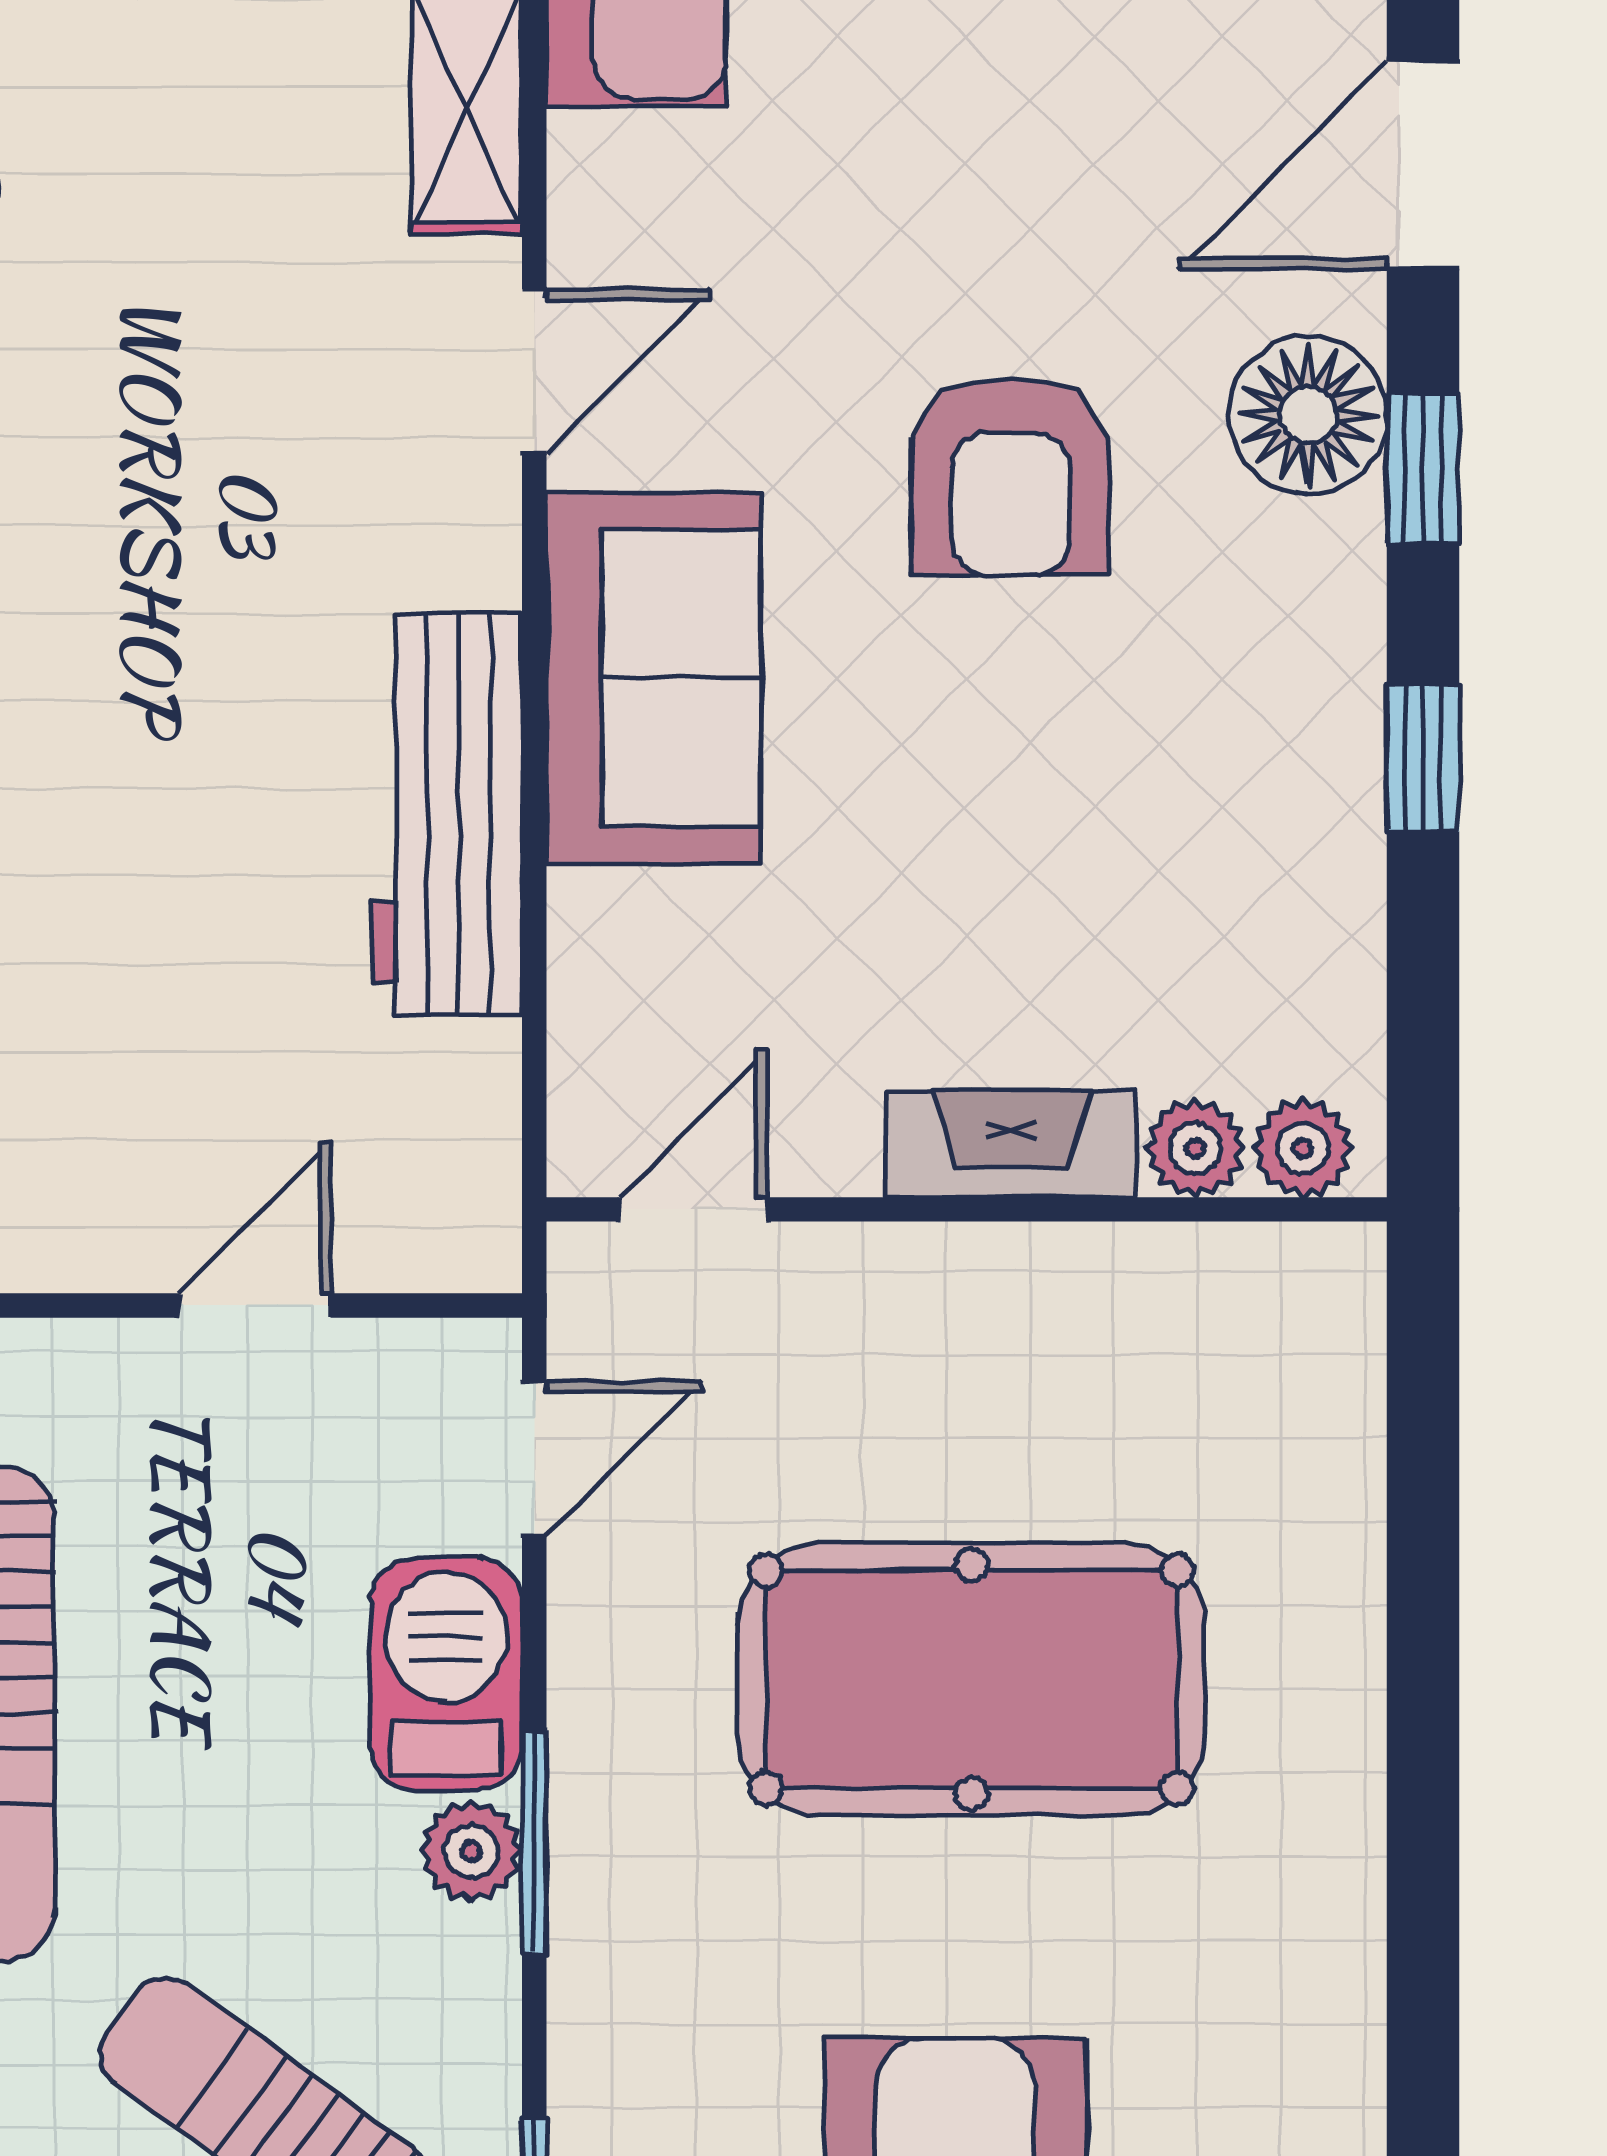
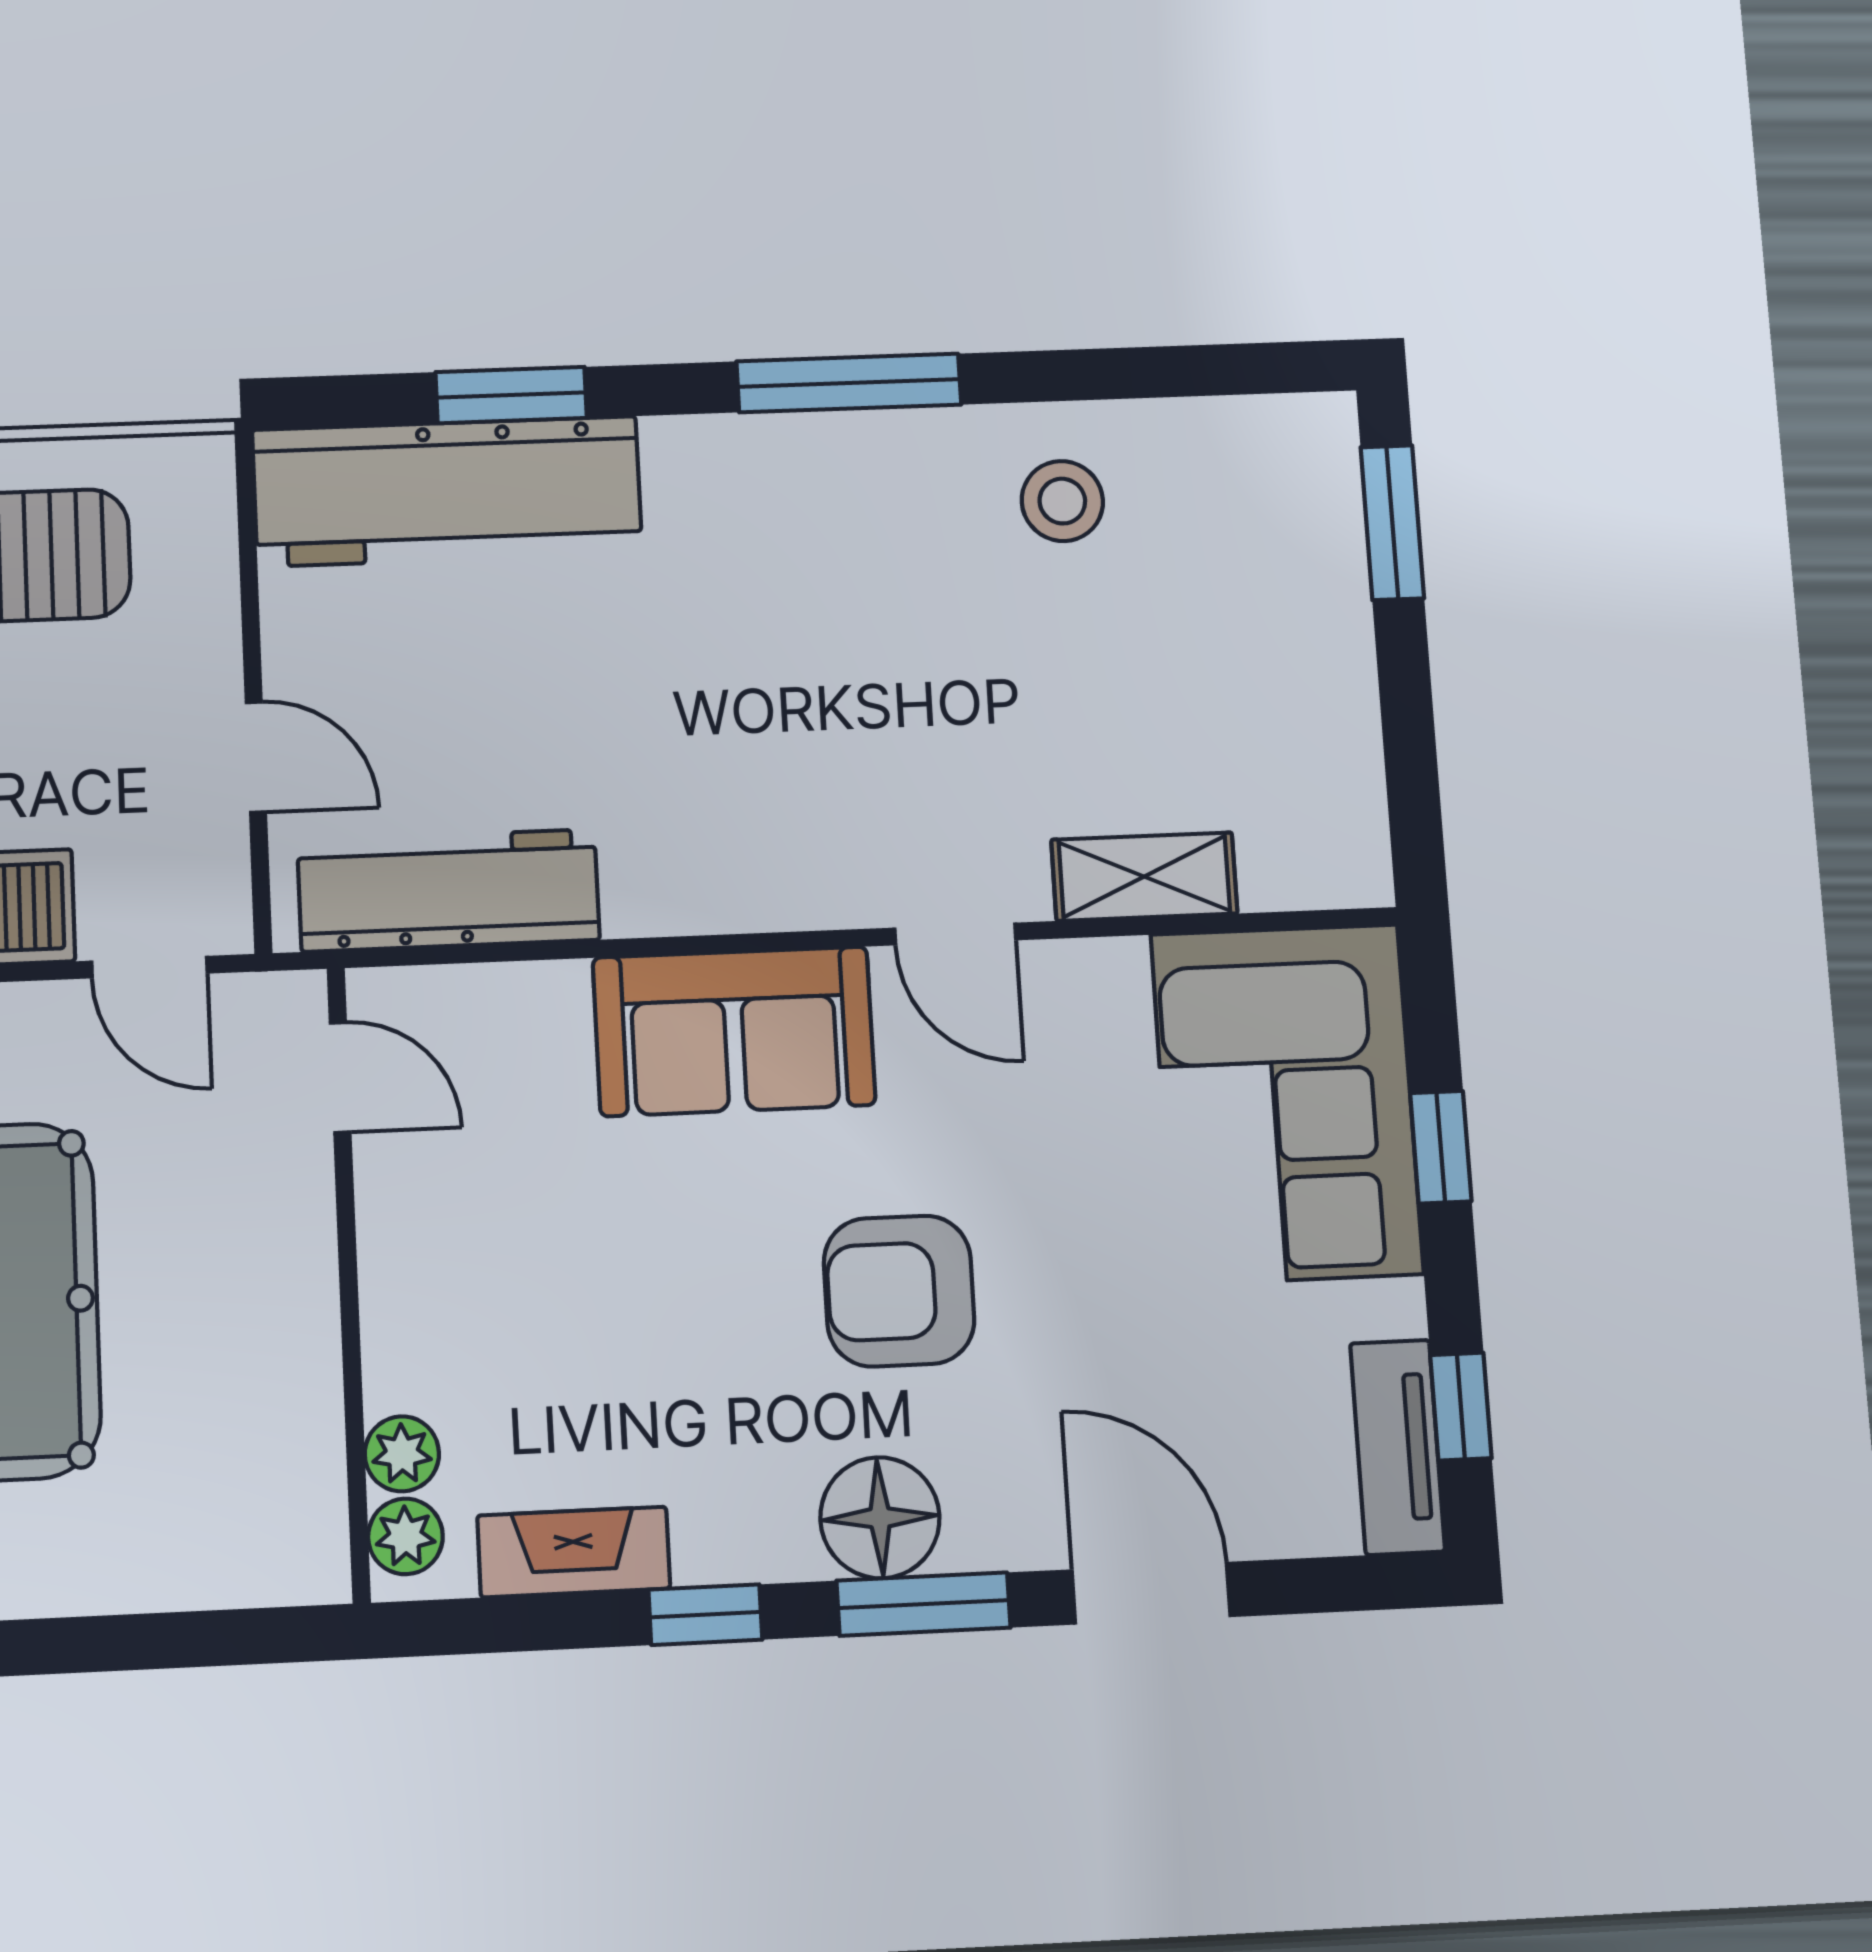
floor lamp: (1308, 415) -> (880, 1518), moved
window: (1423, 468) -> (923, 1604), width x1.50
workbench: (447, 814) -> (448, 890), moved
fireplace: (1011, 1144) -> (574, 1552), moved, turned -90

